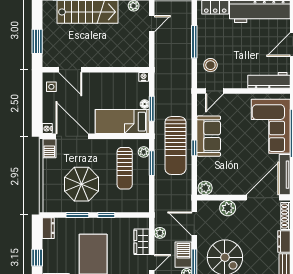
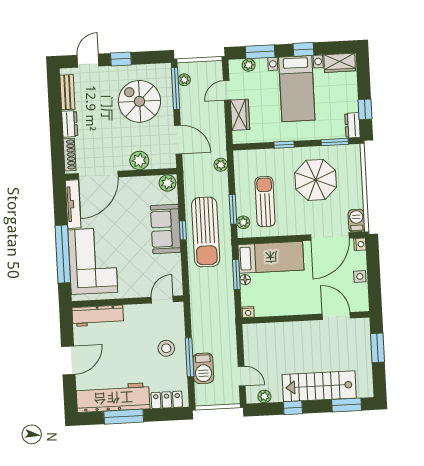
door: (152, 24) -> (242, 376), swing flipped
stool: (210, 65) -> (166, 348), moved
side table: (51, 87) -> (360, 276), moved
door: (72, 136) -> (330, 236), hinge flipped
sofa: (209, 136) -> (166, 229), moved
sun lounger: (175, 146) -> (206, 232), turned 180
window: (77, 215) -> (335, 142), moved
plant: (160, 233) -> (221, 165), moved
barbecue: (183, 255) -> (203, 368), moved
window: (37, 258) -> (365, 109), moved

